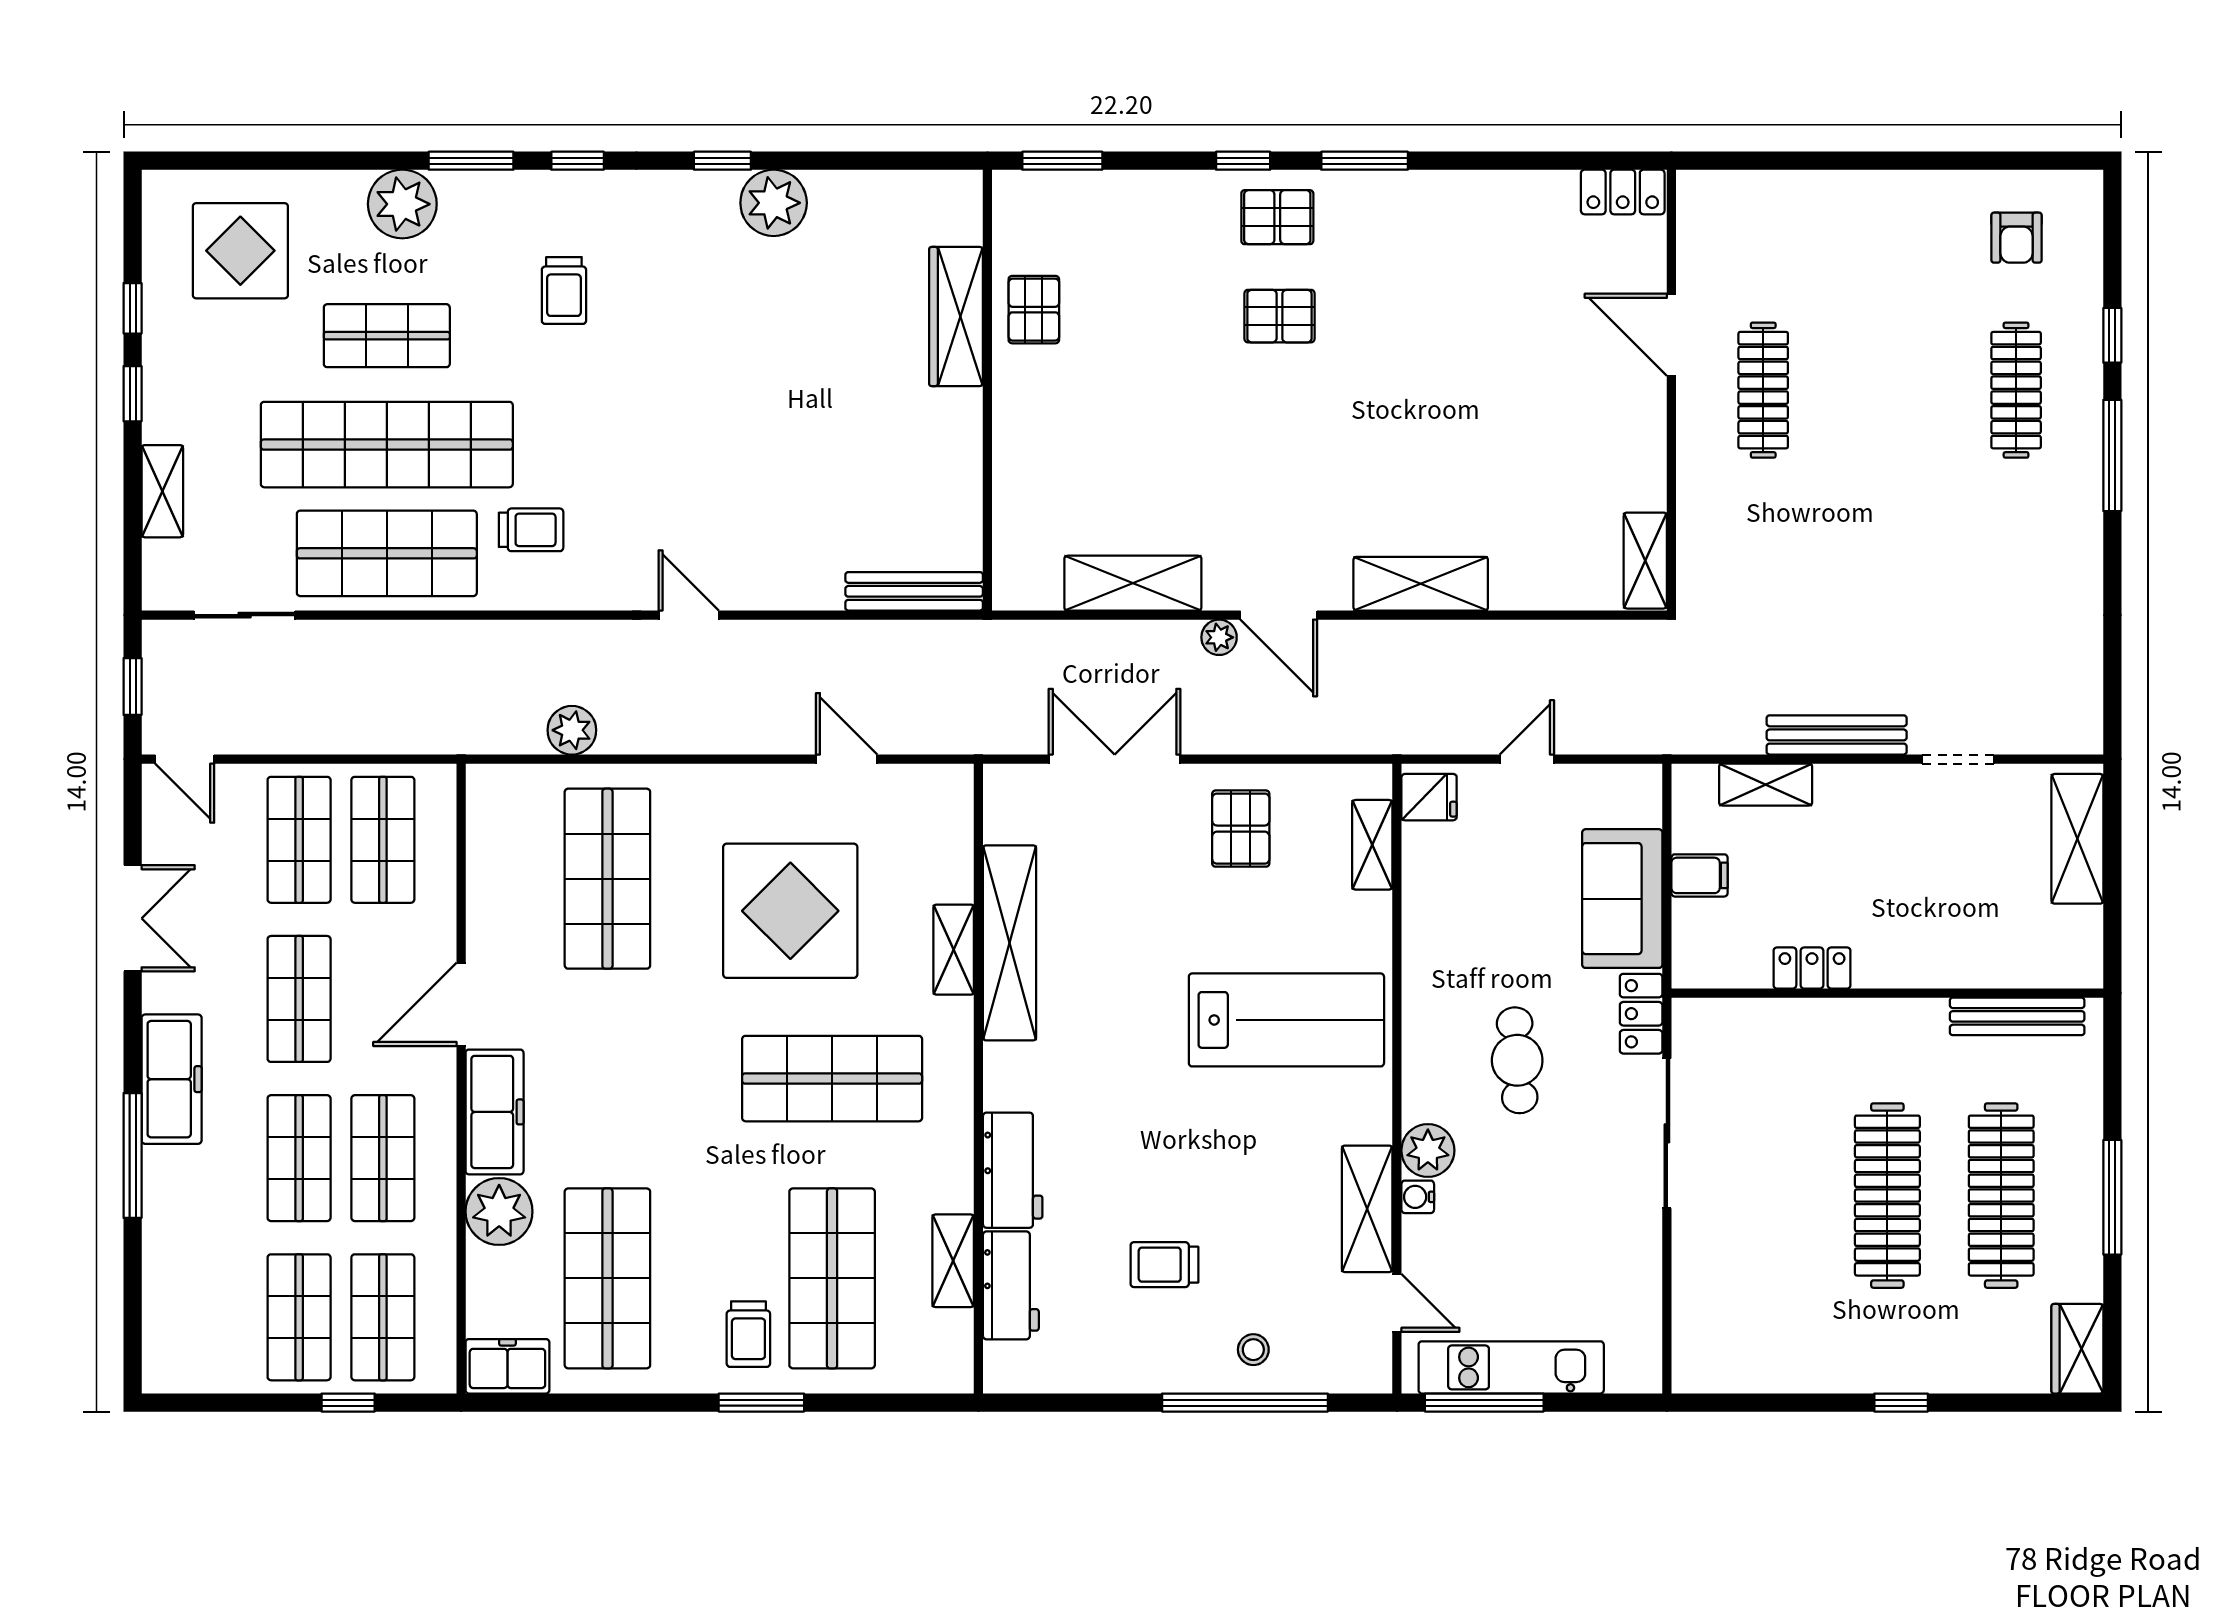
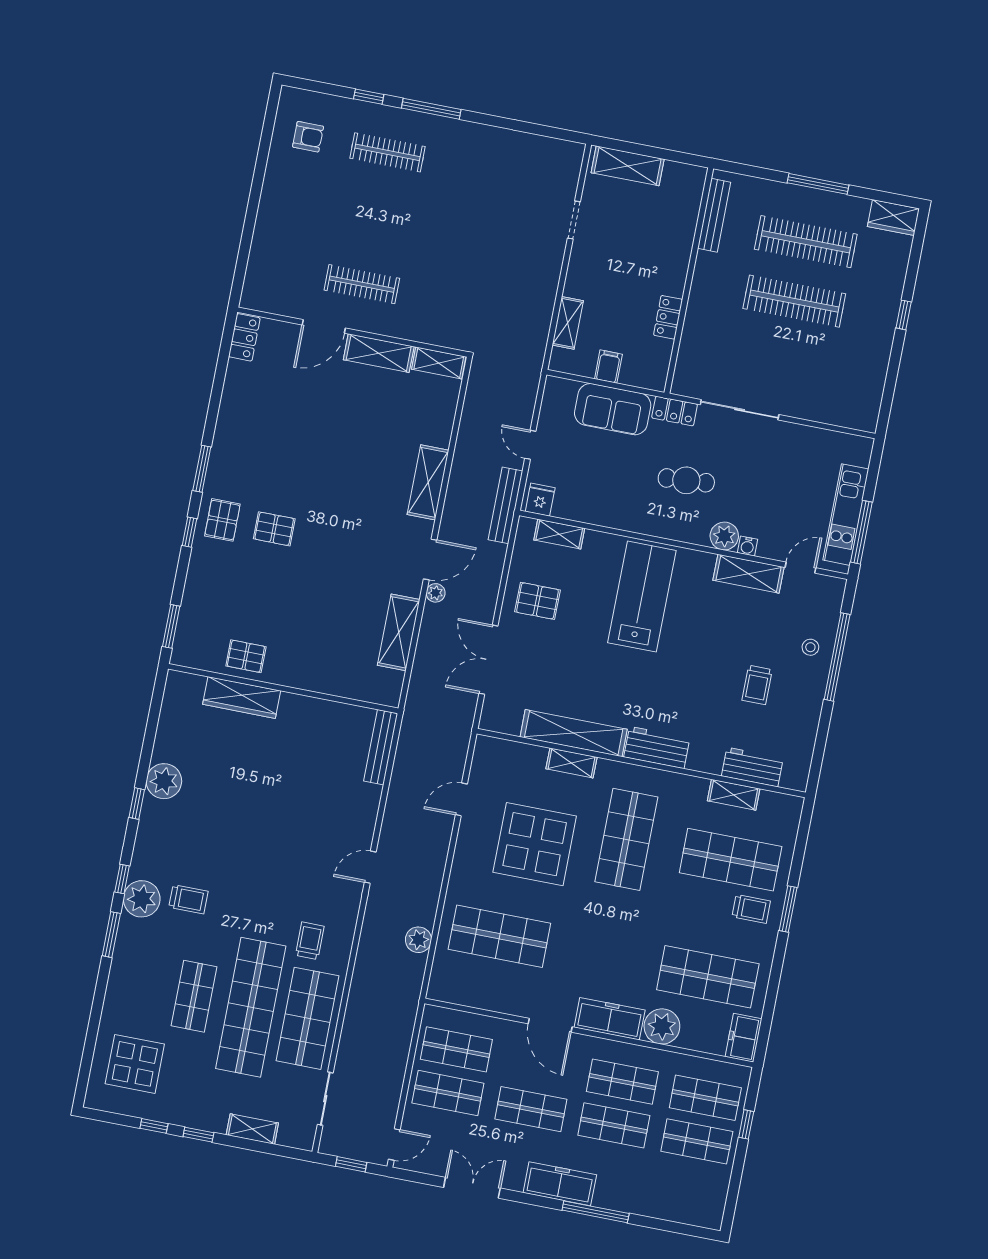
plant: (402, 204) -> (142, 899), moved
pallet: (1279, 316) -> (274, 529), turned 90
shelving: (1642, 446) -> (379, 353), added
bench: (1837, 735) -> (505, 505), moved
workbench: (1013, 1170) -> (657, 748), moved

